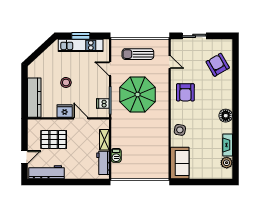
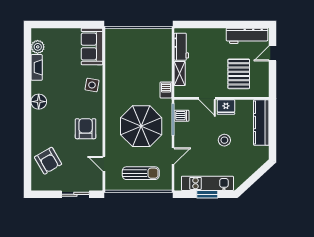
door: (110, 69) -> (173, 156), hinge flipped
pallet: (54, 139) -> (239, 74), turned 90
barbecue: (116, 155) -> (166, 90), moved

